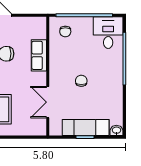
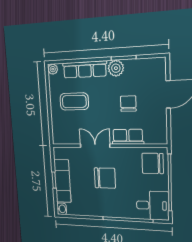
chair: (65, 31) -> (153, 163), width x1.87, depth x1.87
chair: (81, 81) -> (105, 178), width x1.87, depth x1.87
double door: (48, 102) -> (95, 146), moved

